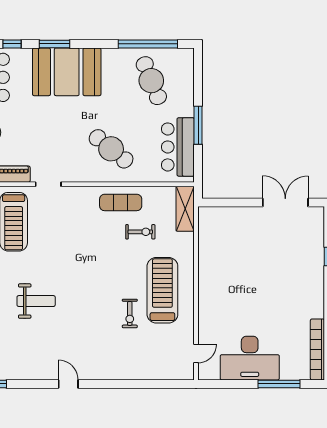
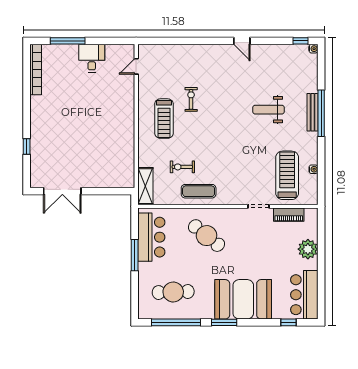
window: (54, 44) -> (224, 322), moved
cafe table: (151, 81) -> (173, 292), turned -70
treadmill: (162, 290) -> (164, 119), width x0.73, depth x0.73
desk: (250, 358) -> (92, 58), width x0.53, depth x0.77

